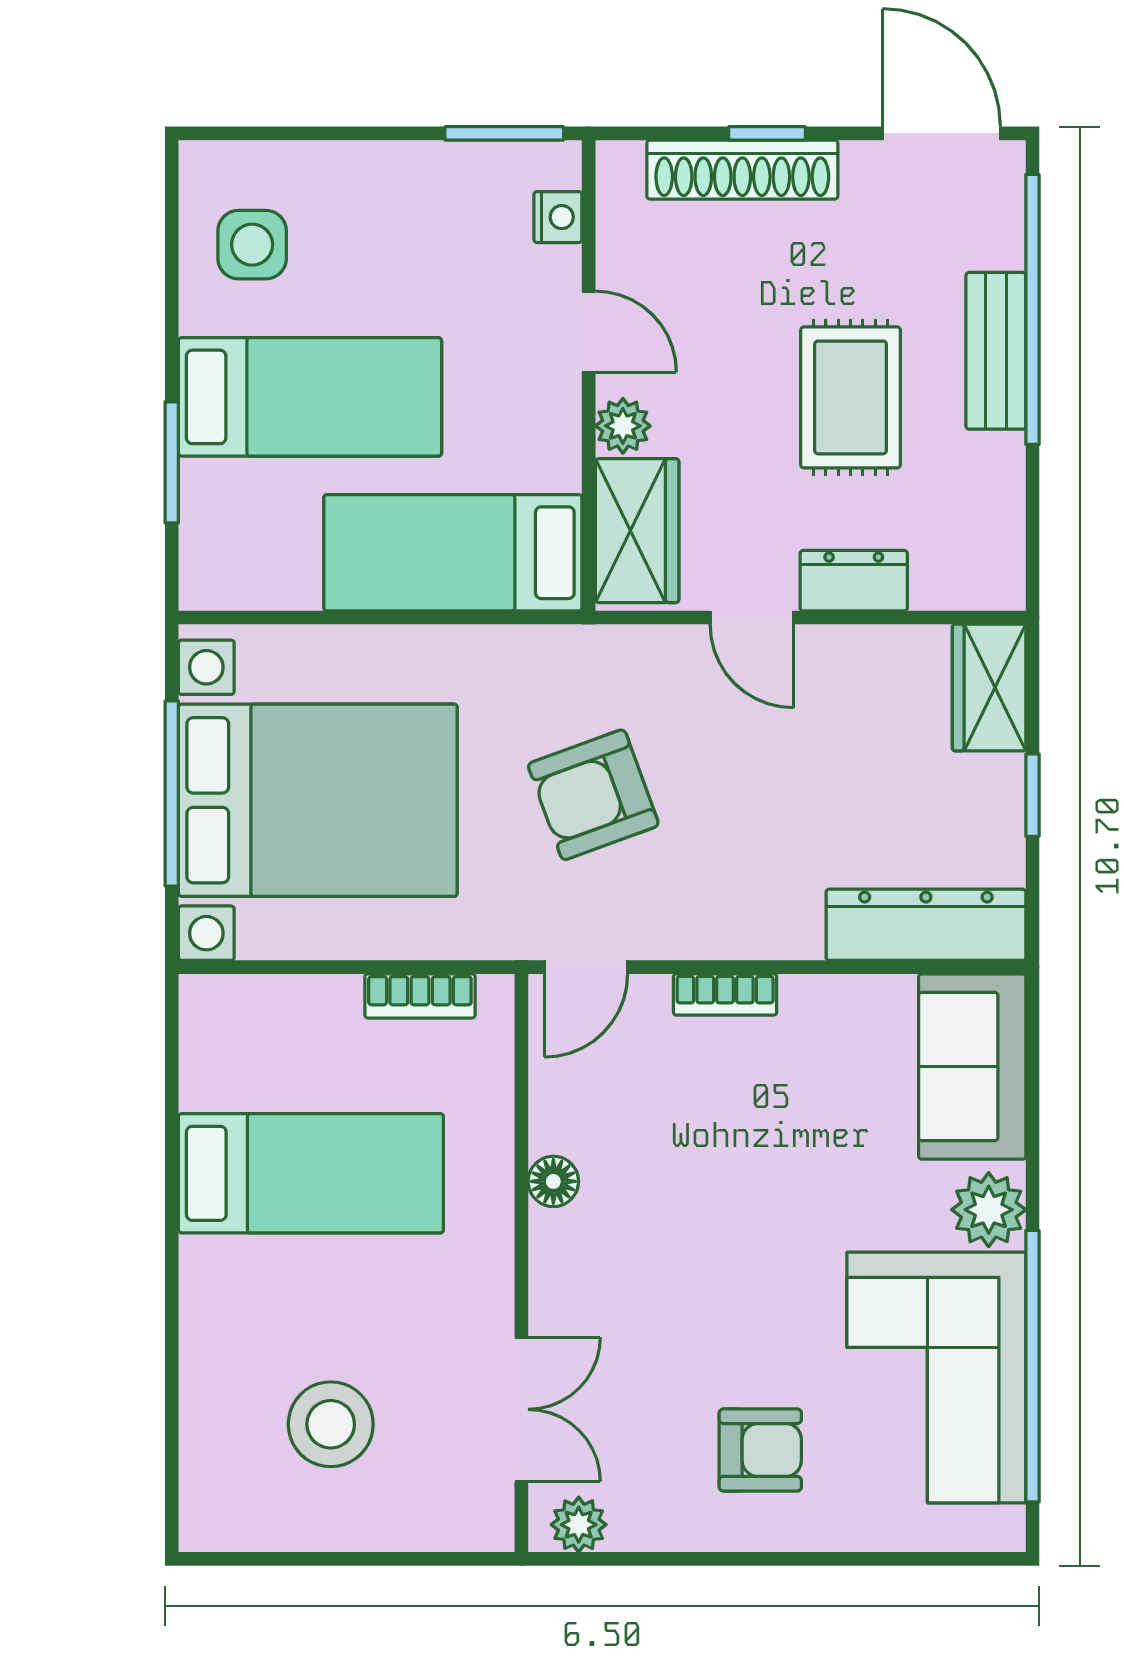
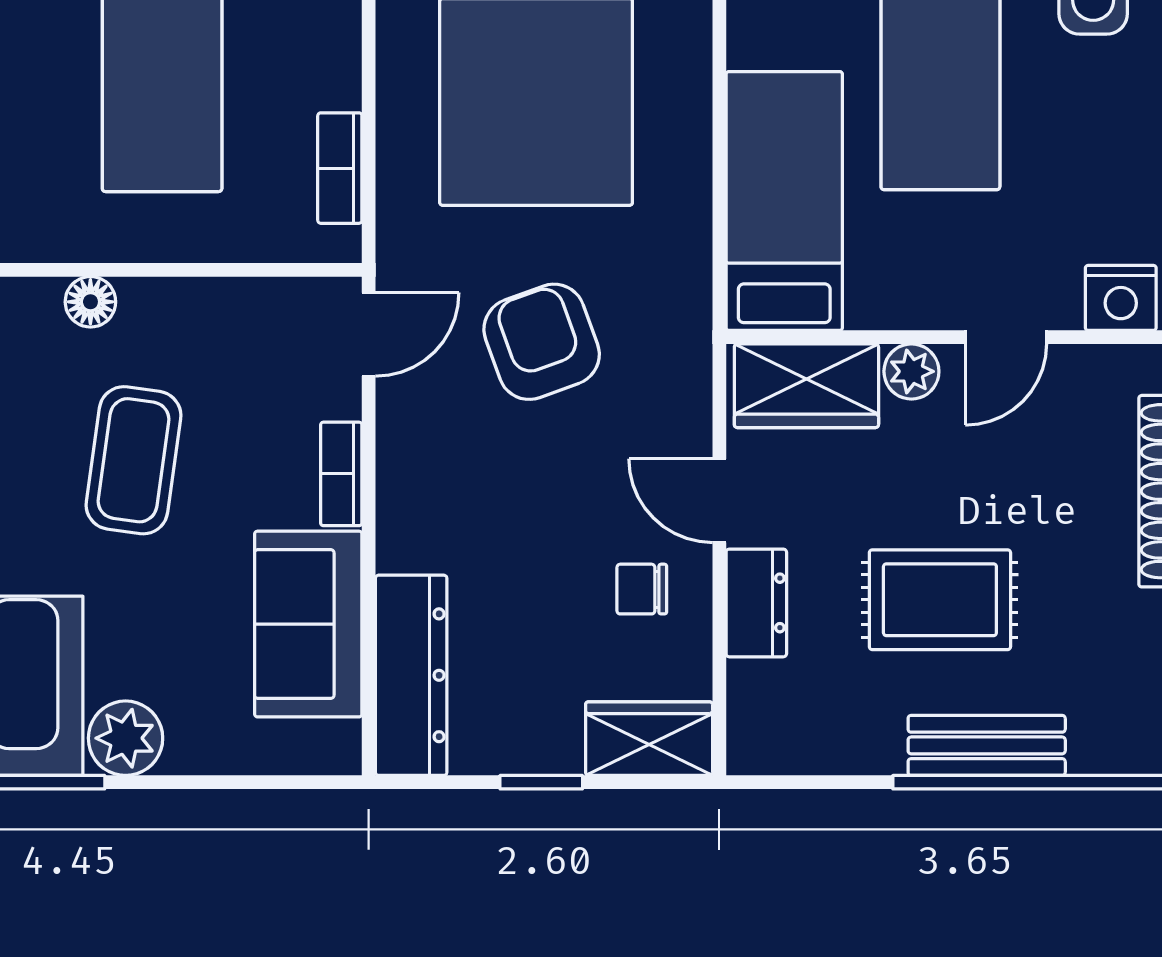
nightstand: (558, 217) -> (1121, 298), width x1.39, depth x1.35
door: (752, 618) -> (719, 501), hinge flipped
chair: (840, 695) -> (642, 589), added
door: (586, 967) -> (369, 334), swing flipped
sofa: (972, 1067) -> (308, 624), moved, turned -90
floor lamp: (553, 1181) -> (90, 302), moved
coffee table: (711, 1202) -> (134, 460), added

